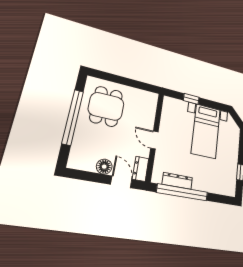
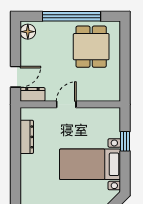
dining table: (106, 106) -> (91, 47), turned 90
floor lamp: (104, 167) -> (28, 32), moved
window: (182, 192) -> (16, 144), removed

